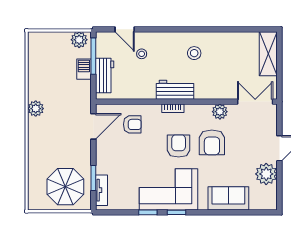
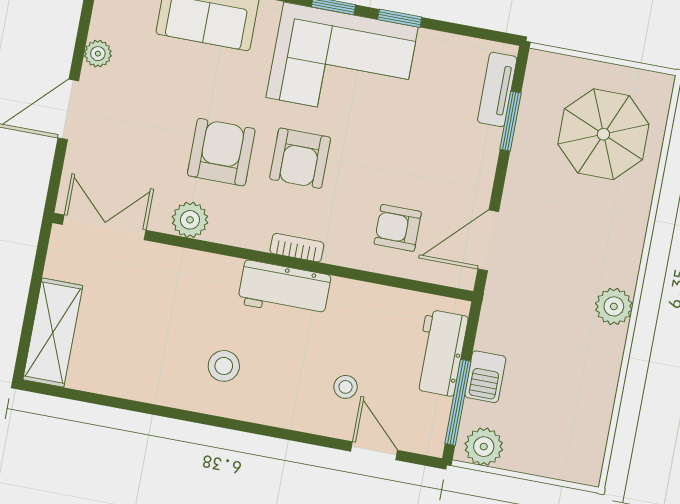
double door: (255, 102) -> (104, 227), swing flipped
plant: (266, 174) -> (98, 54), width x0.53, depth x0.53
parasol: (65, 187) -> (603, 134), moved

